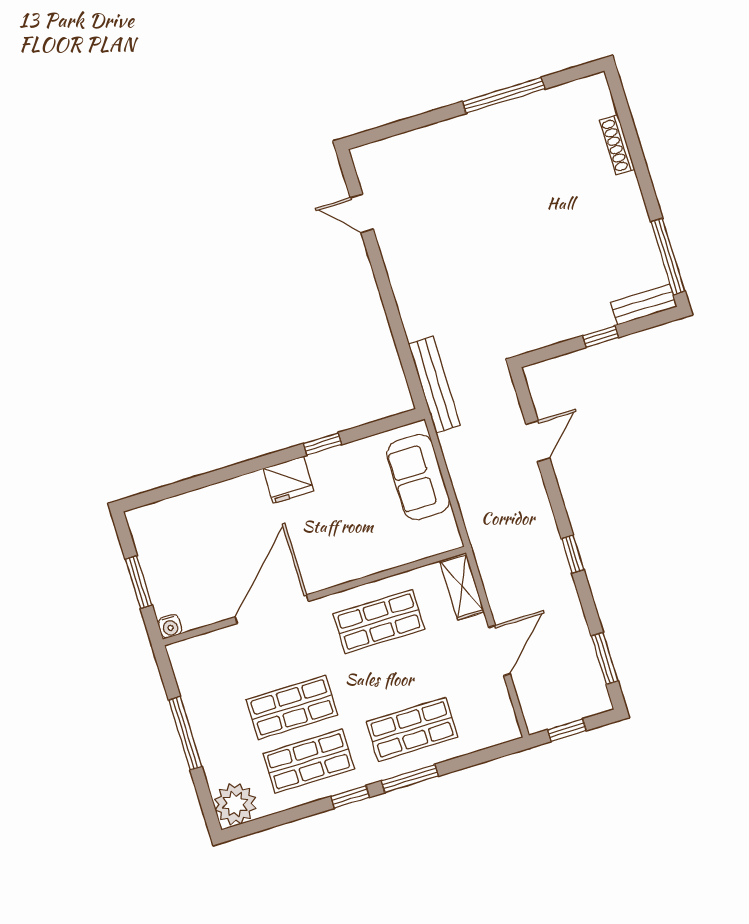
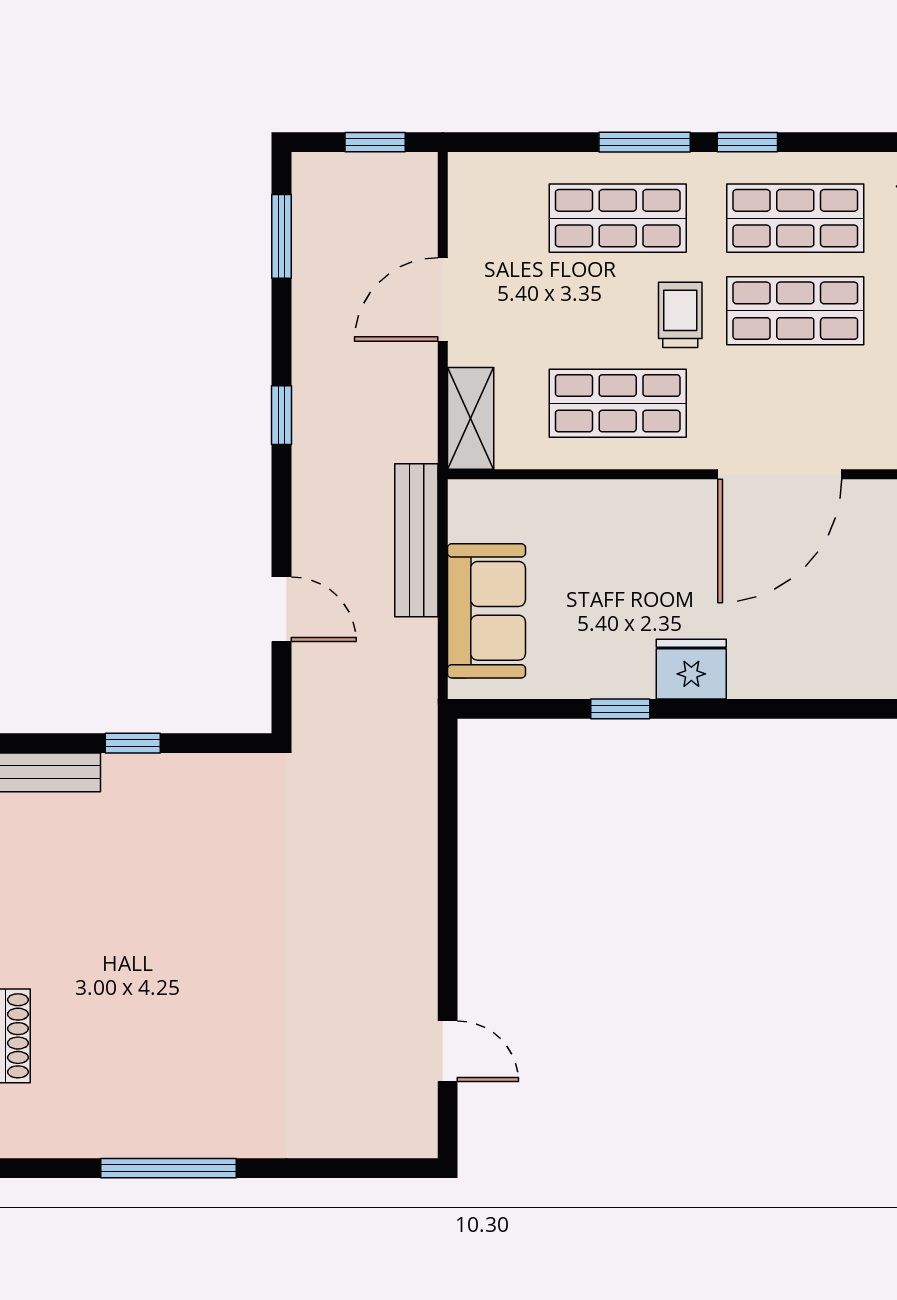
bench: (434, 384) -> (416, 540), moved
door: (538, 441) -> (281, 609), swing flipped
trolley: (358, 684) -> (680, 315), added

